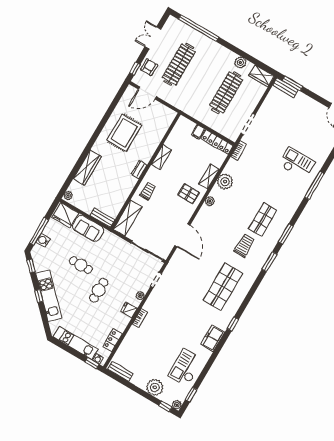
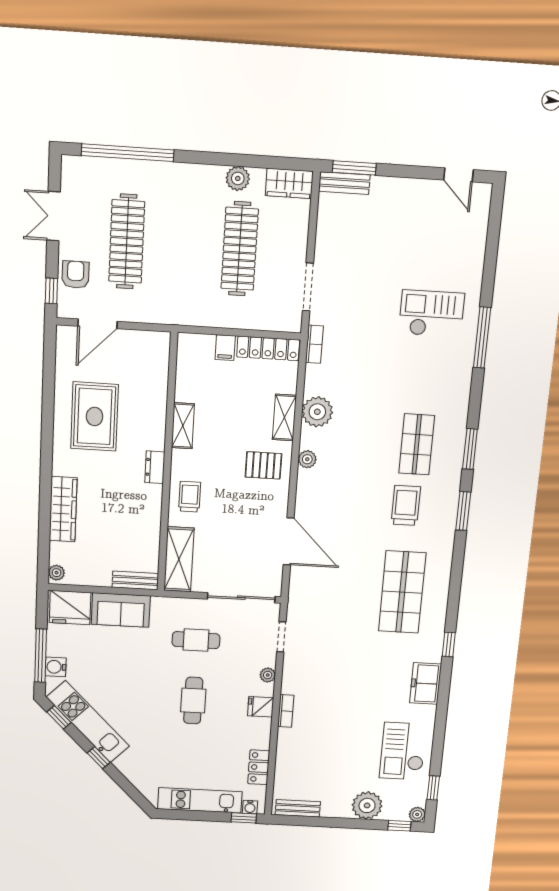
cafe table: (81, 265) -> (196, 640), moved
kitchen unit: (49, 296) -> (88, 722), moved

